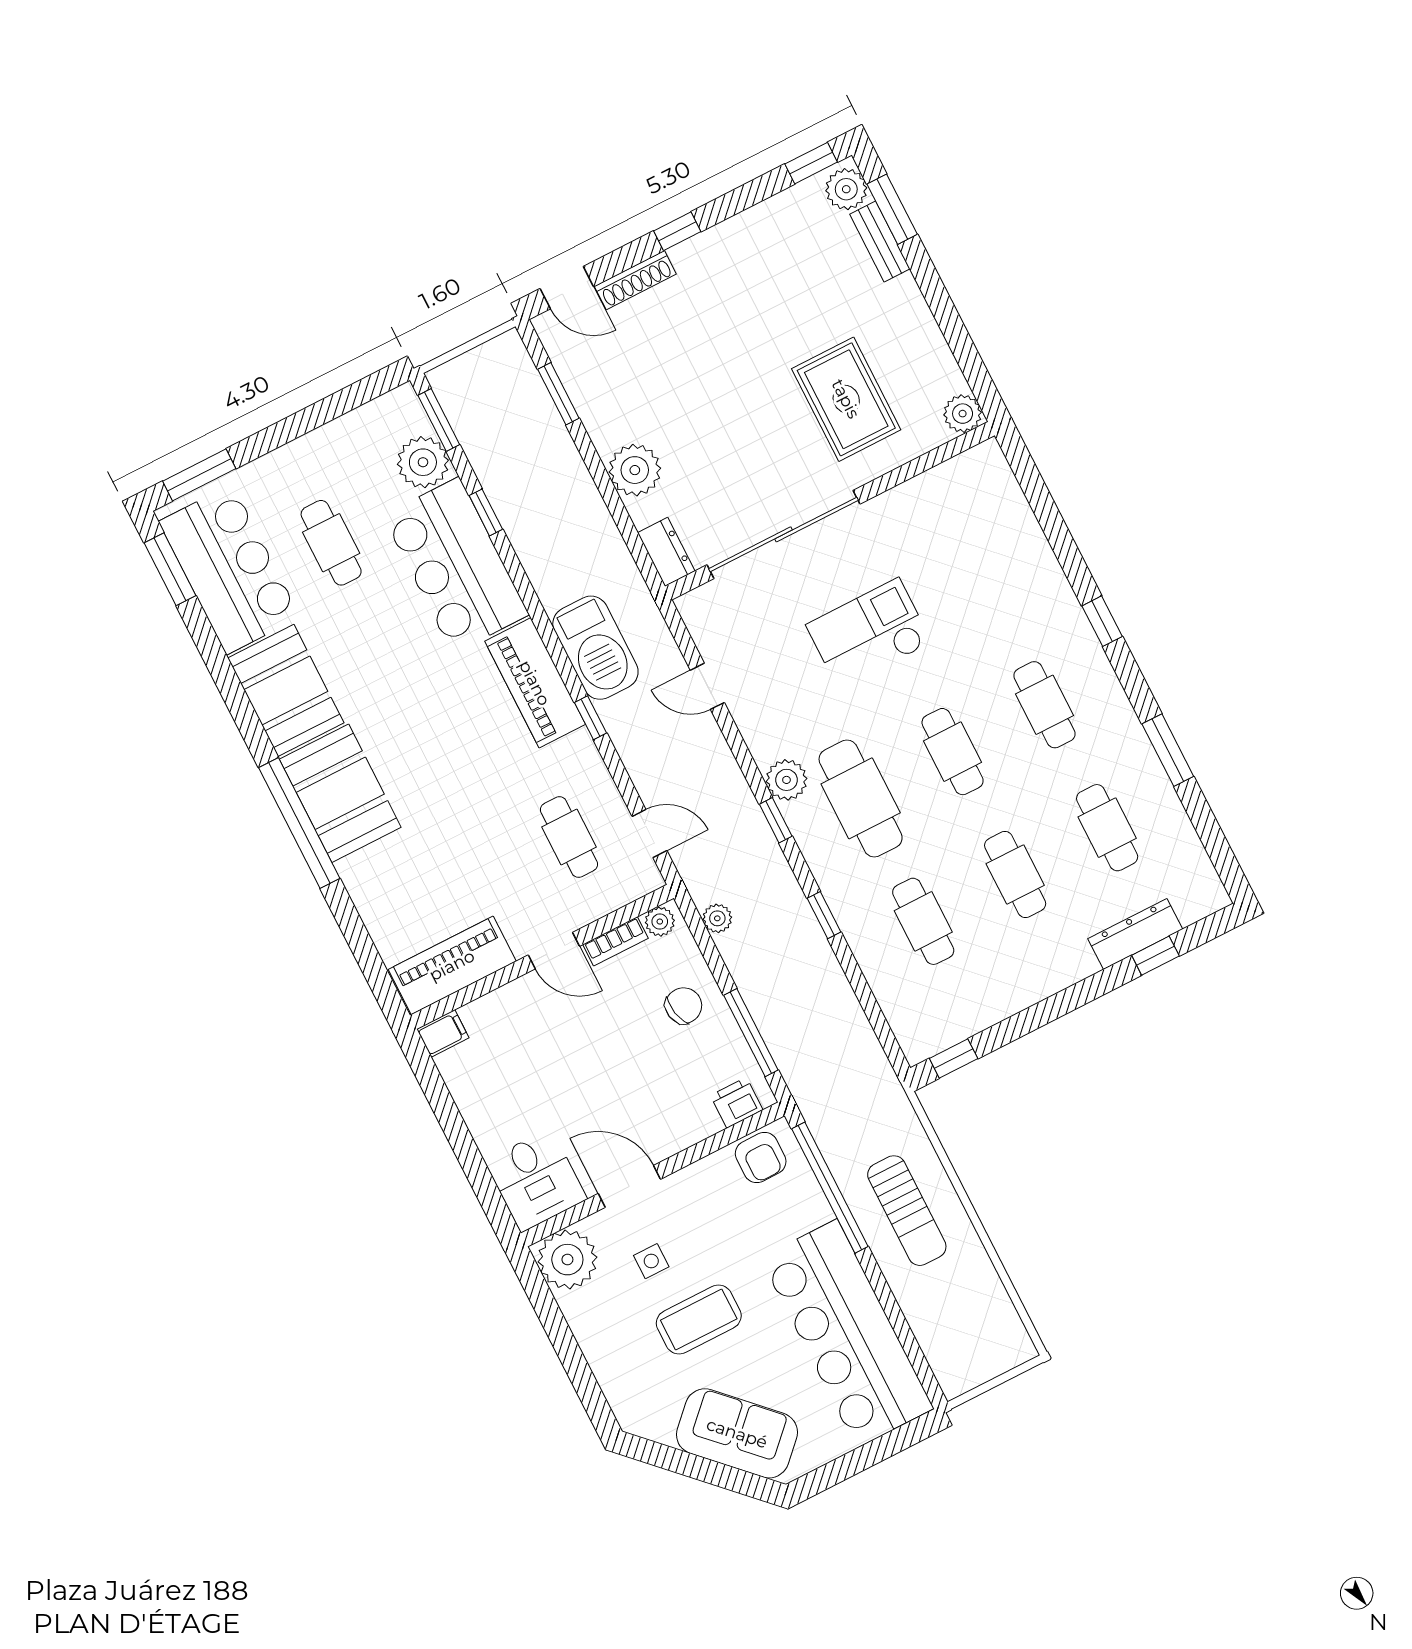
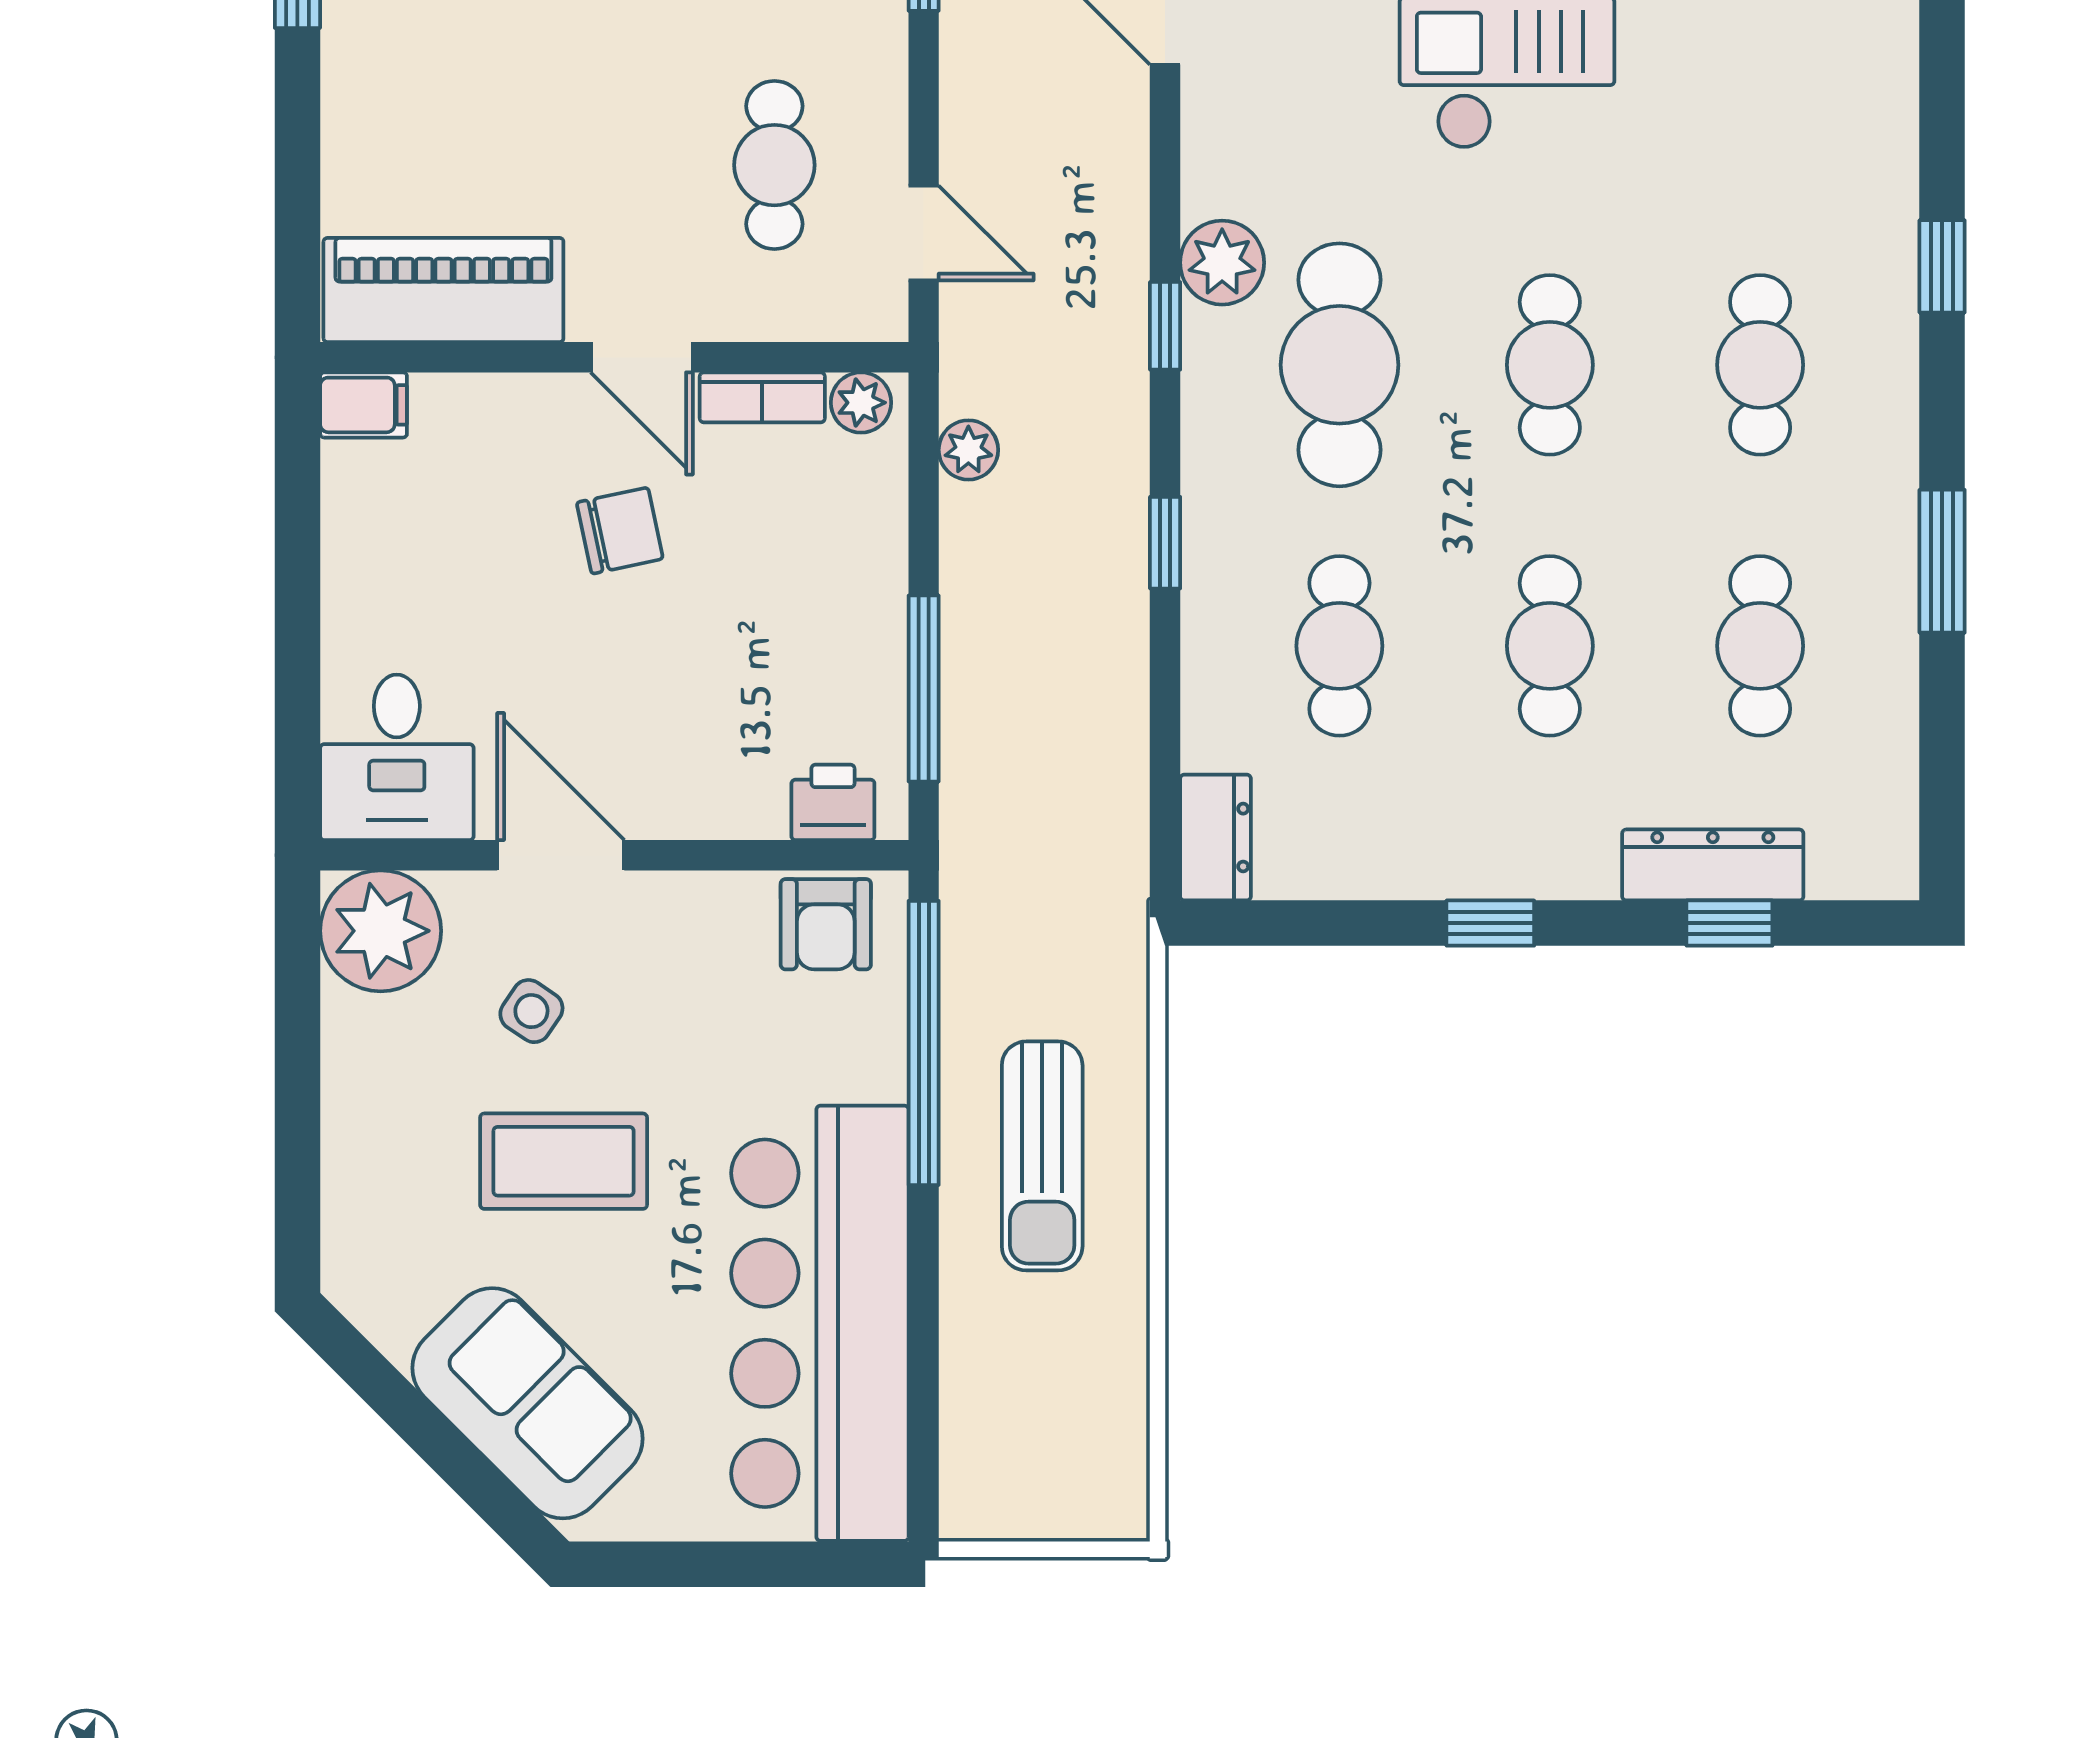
chair: (684, 1006) -> (620, 531), moved
dresser: (912, 1033) -> (1216, 838), added
window: (954, 1059) -> (1490, 923), moved
side table: (651, 1261) -> (531, 1011), turned 34

